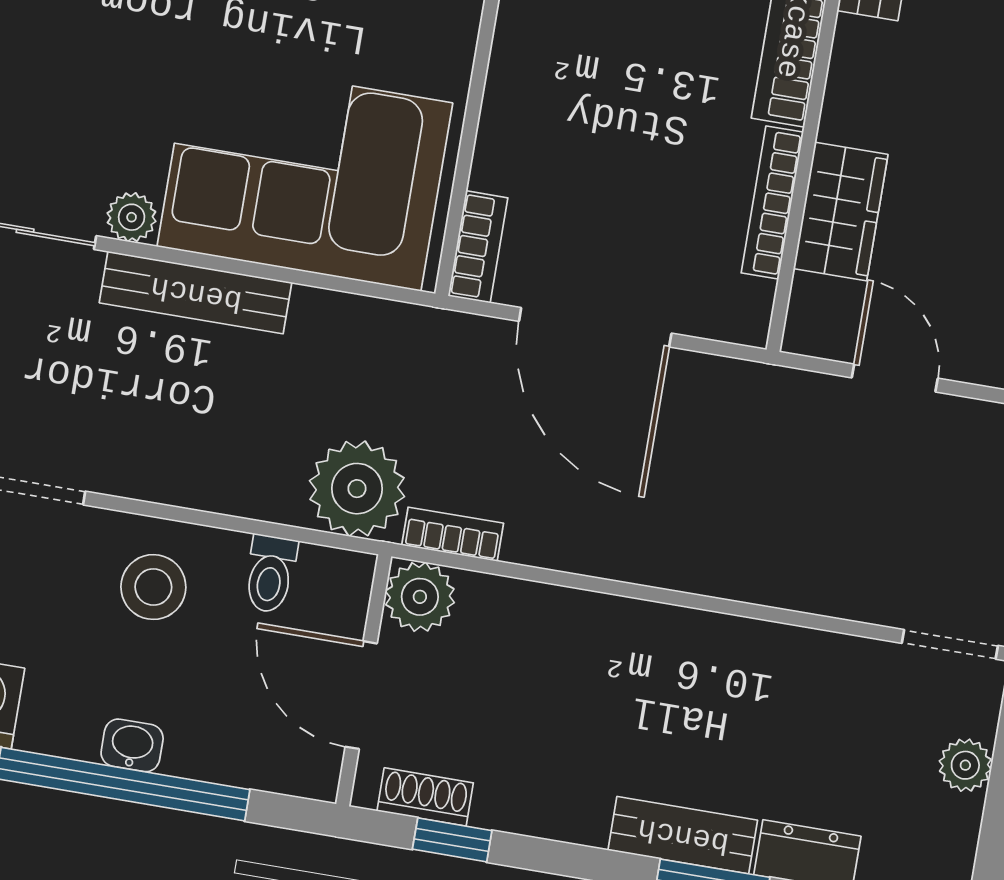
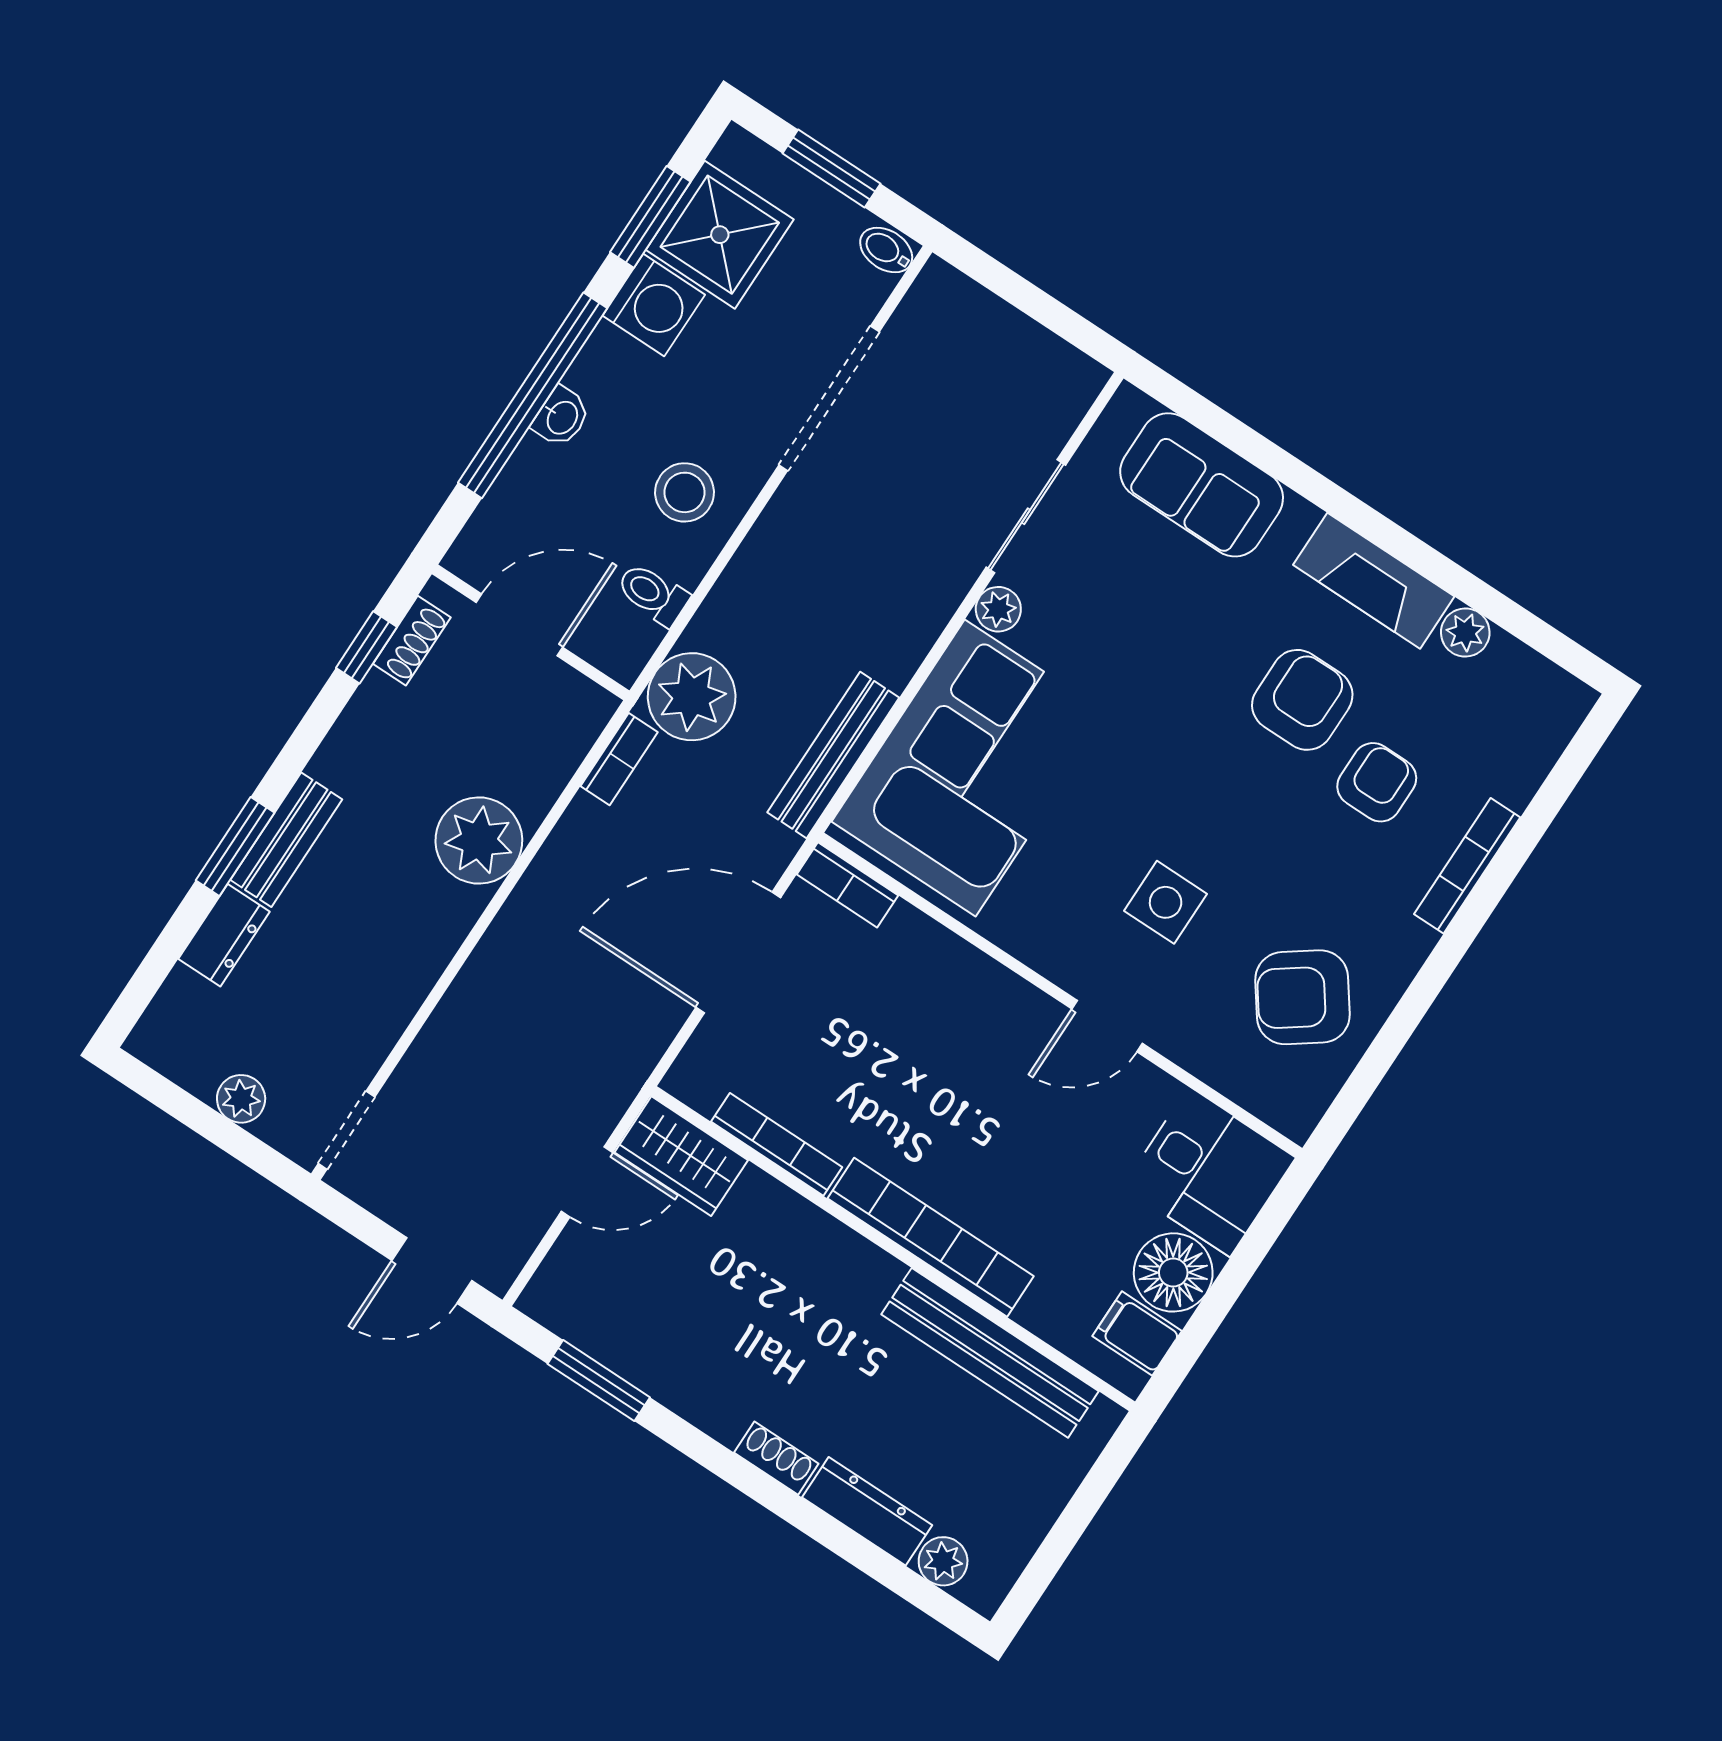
wardrobe: (841, 211) -> (681, 1156), moved
bench: (196, 293) -> (833, 755), moved
plant: (420, 597) -> (479, 841), moved, width x1.36, depth x1.36

